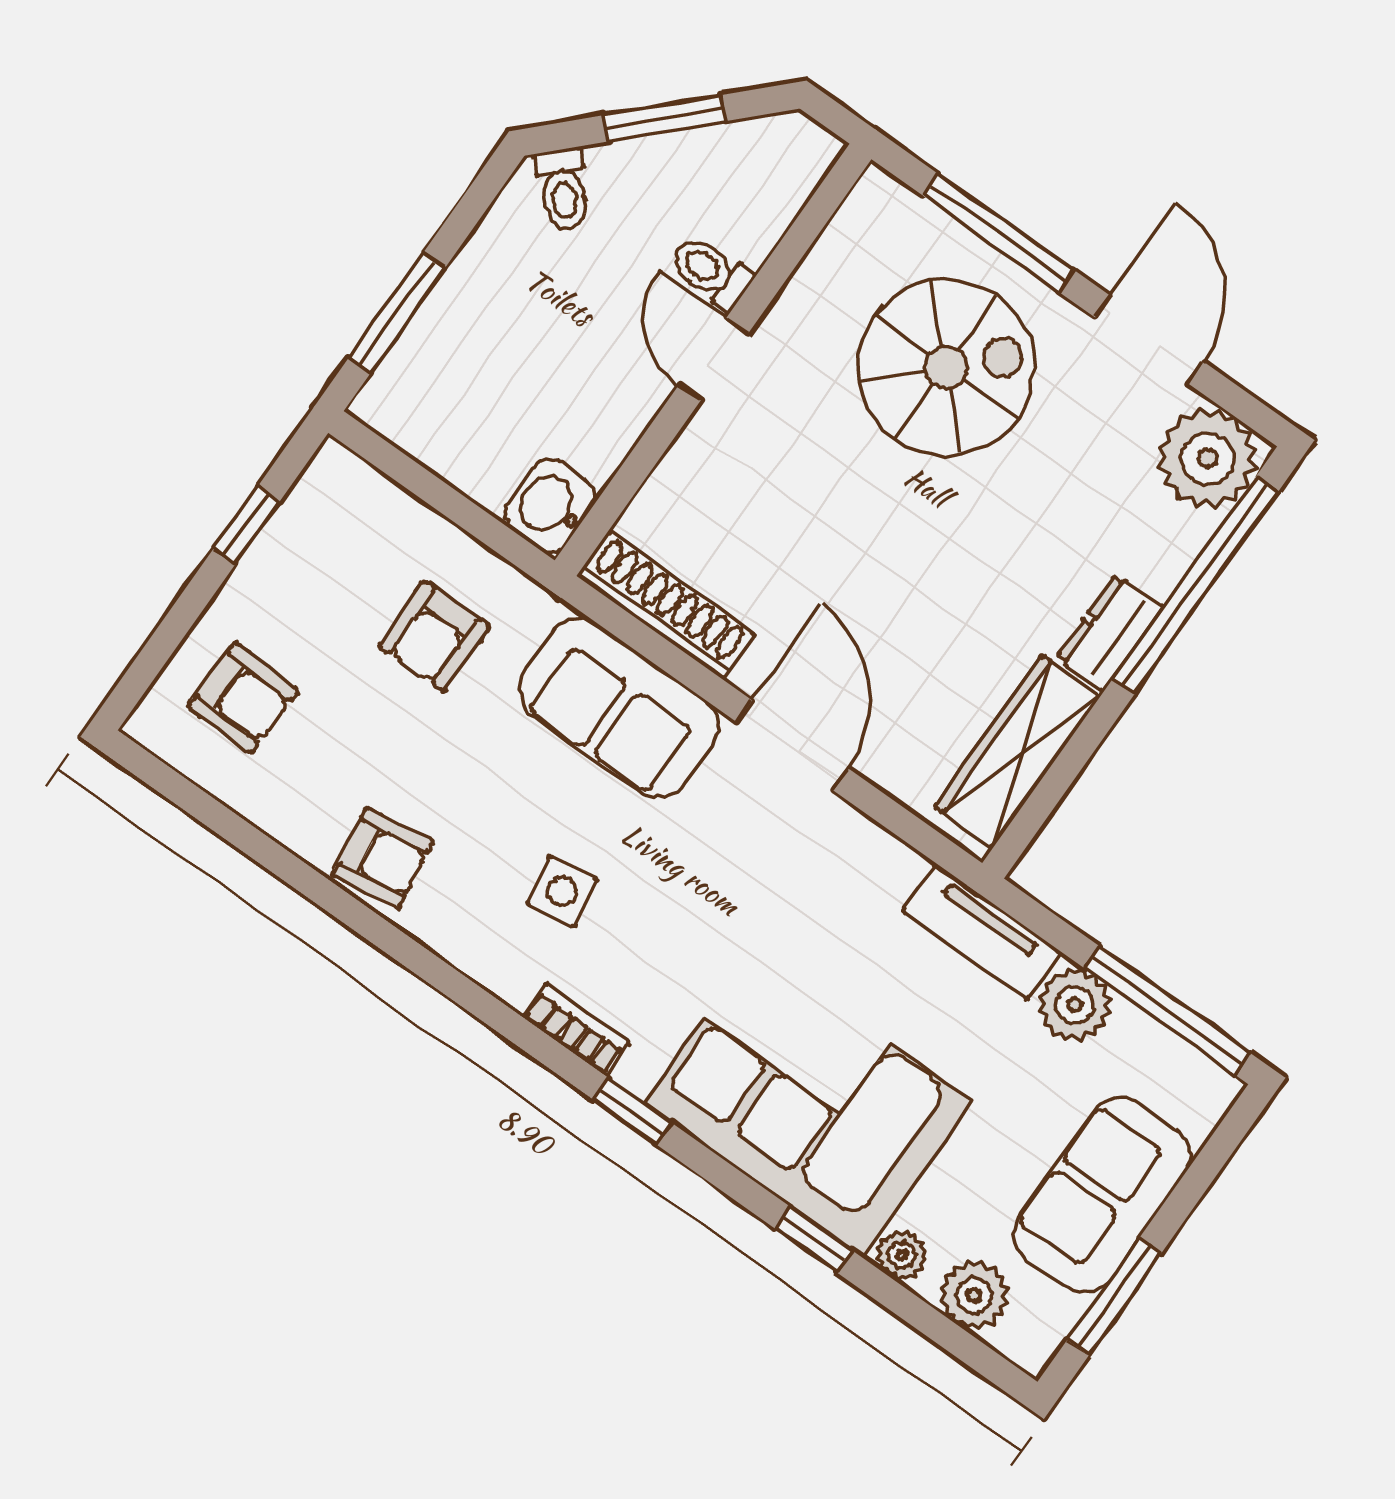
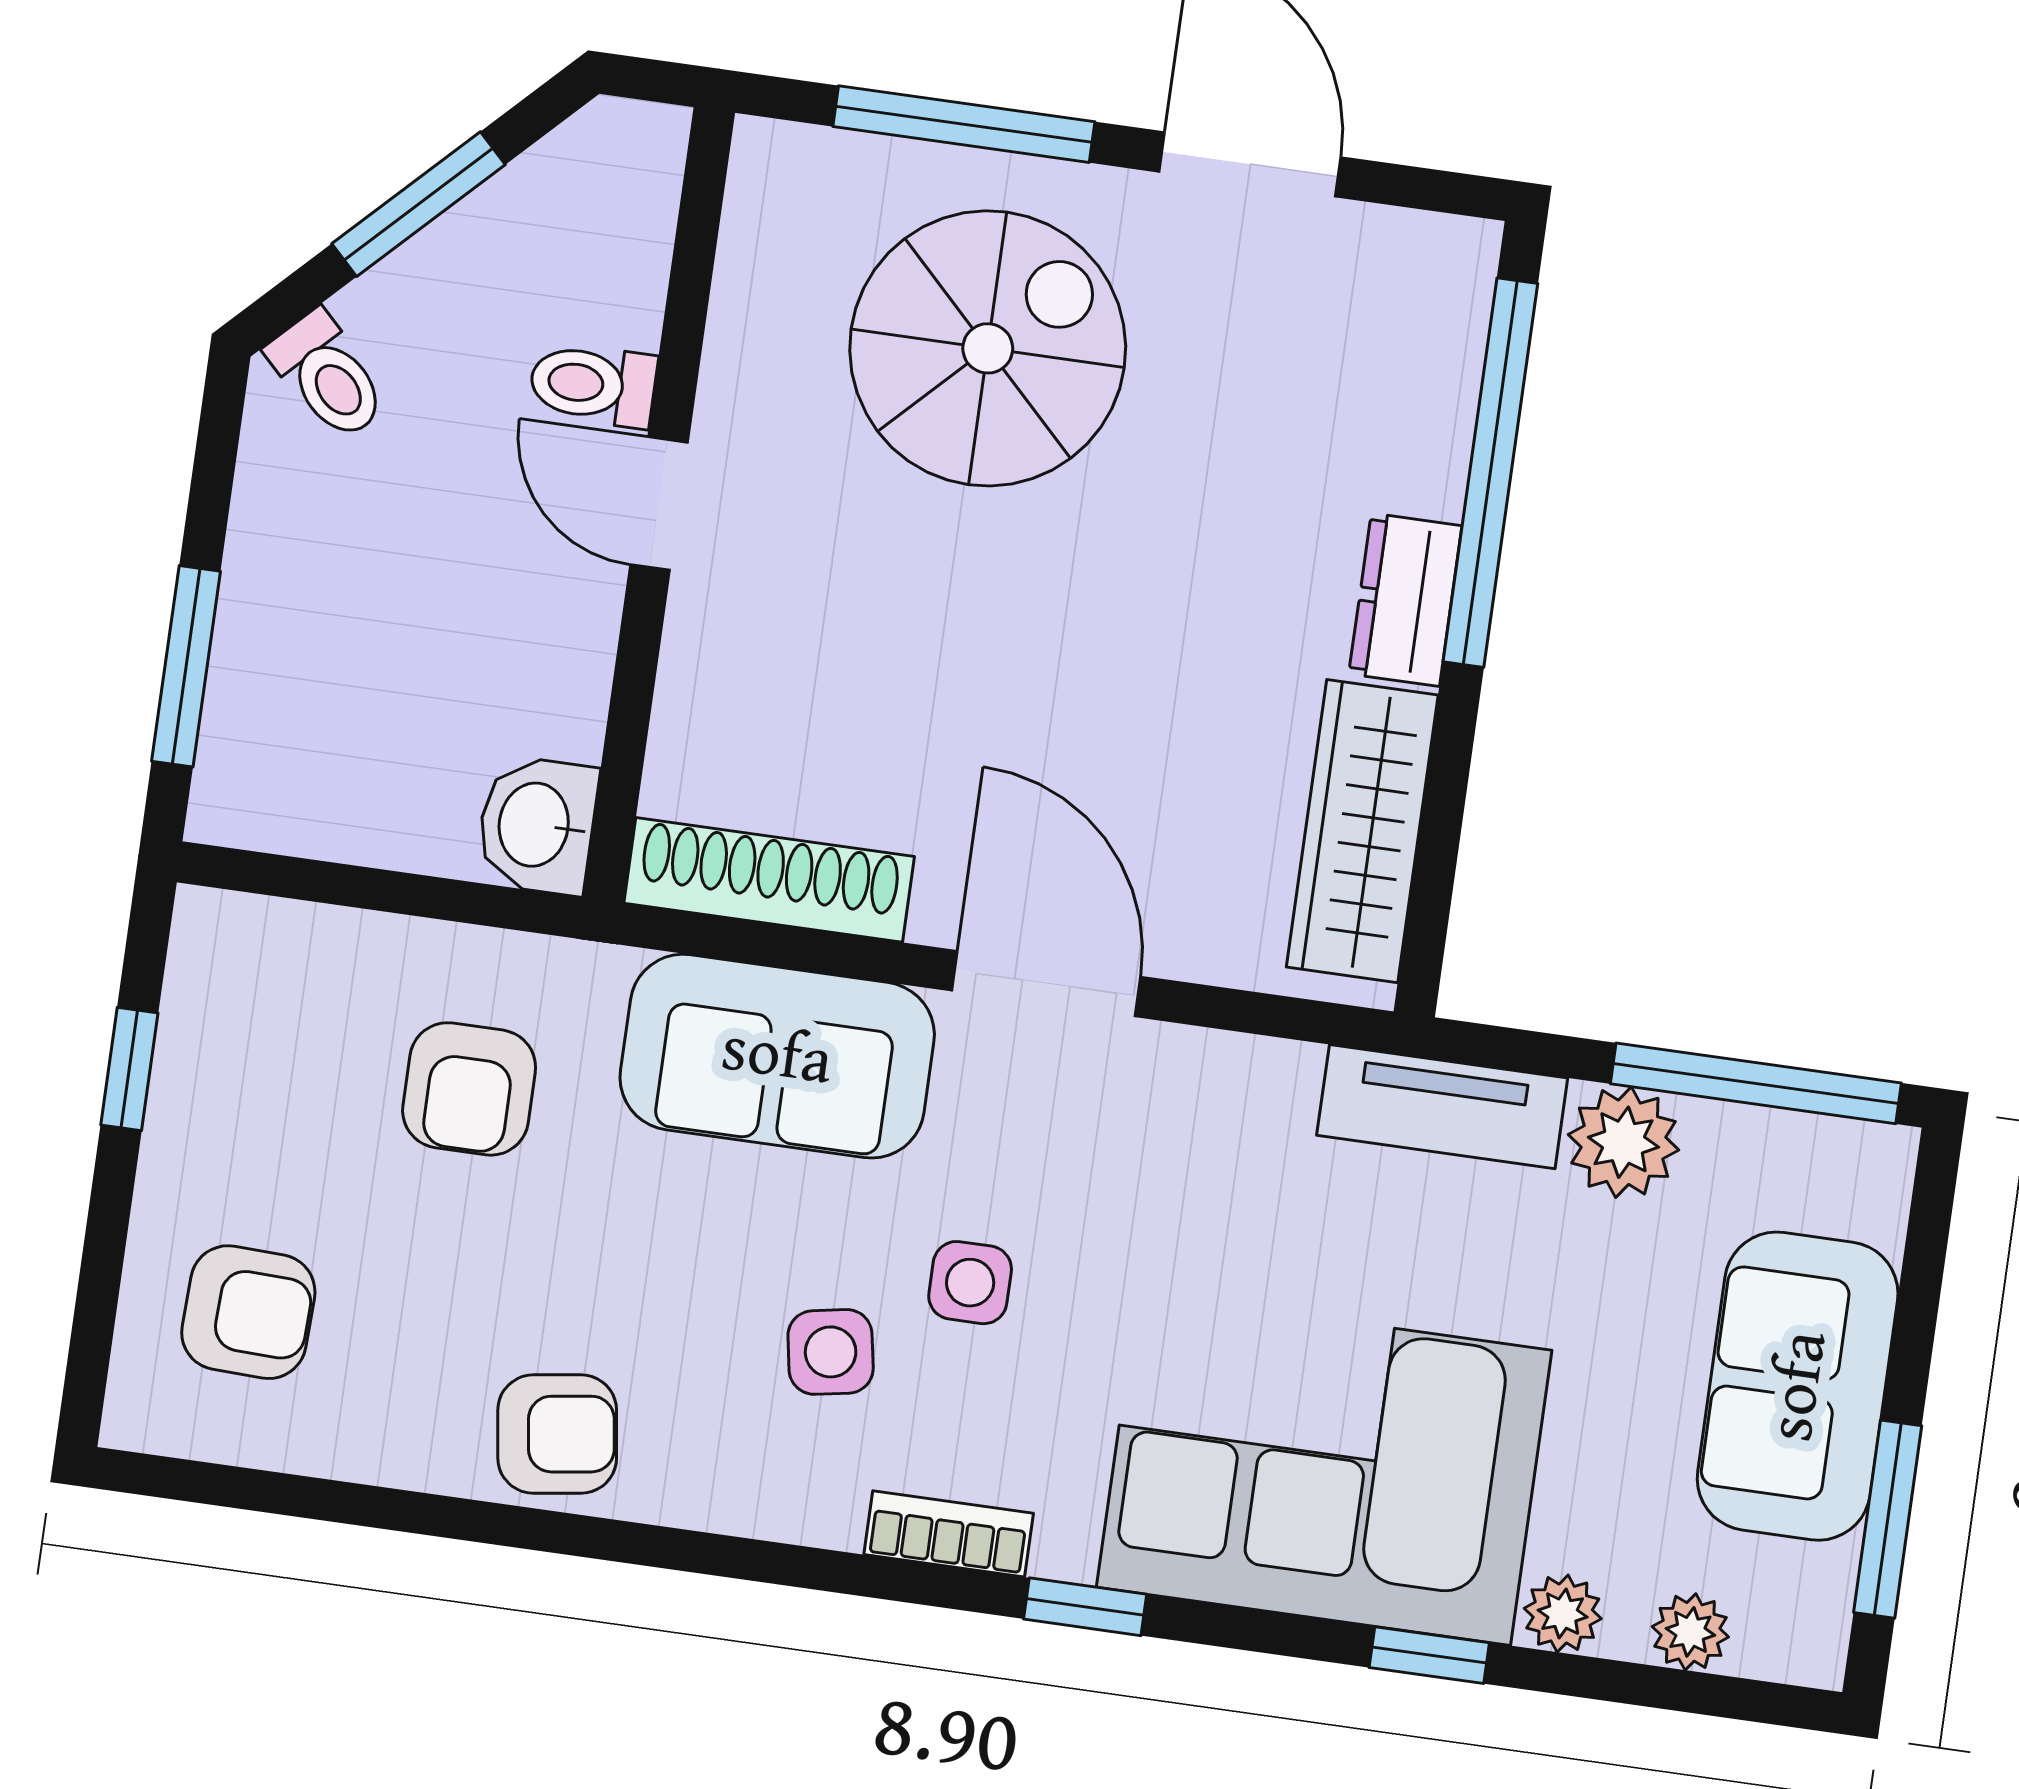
plant: (1208, 458) -> (1417, 288), removed
side table: (662, 893) -> (970, 1283), added
plant: (974, 1295) -> (1690, 1632), width x0.73, depth x0.73

